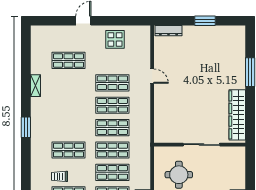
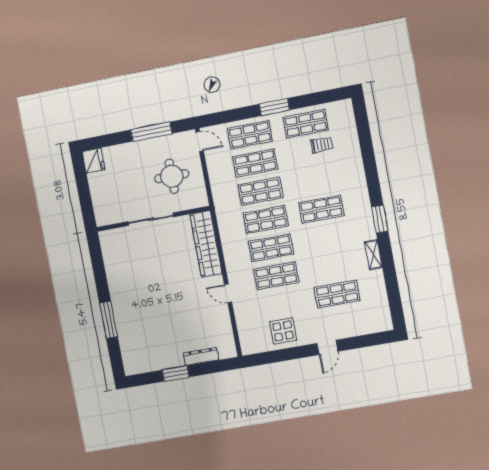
dresser: (168, 31) -> (201, 356), moved
wardrobe: (237, 115) -> (206, 244), moved, turned 180
window: (26, 127) -> (380, 219), moved
shop shelf: (69, 150) -> (321, 209), moved

